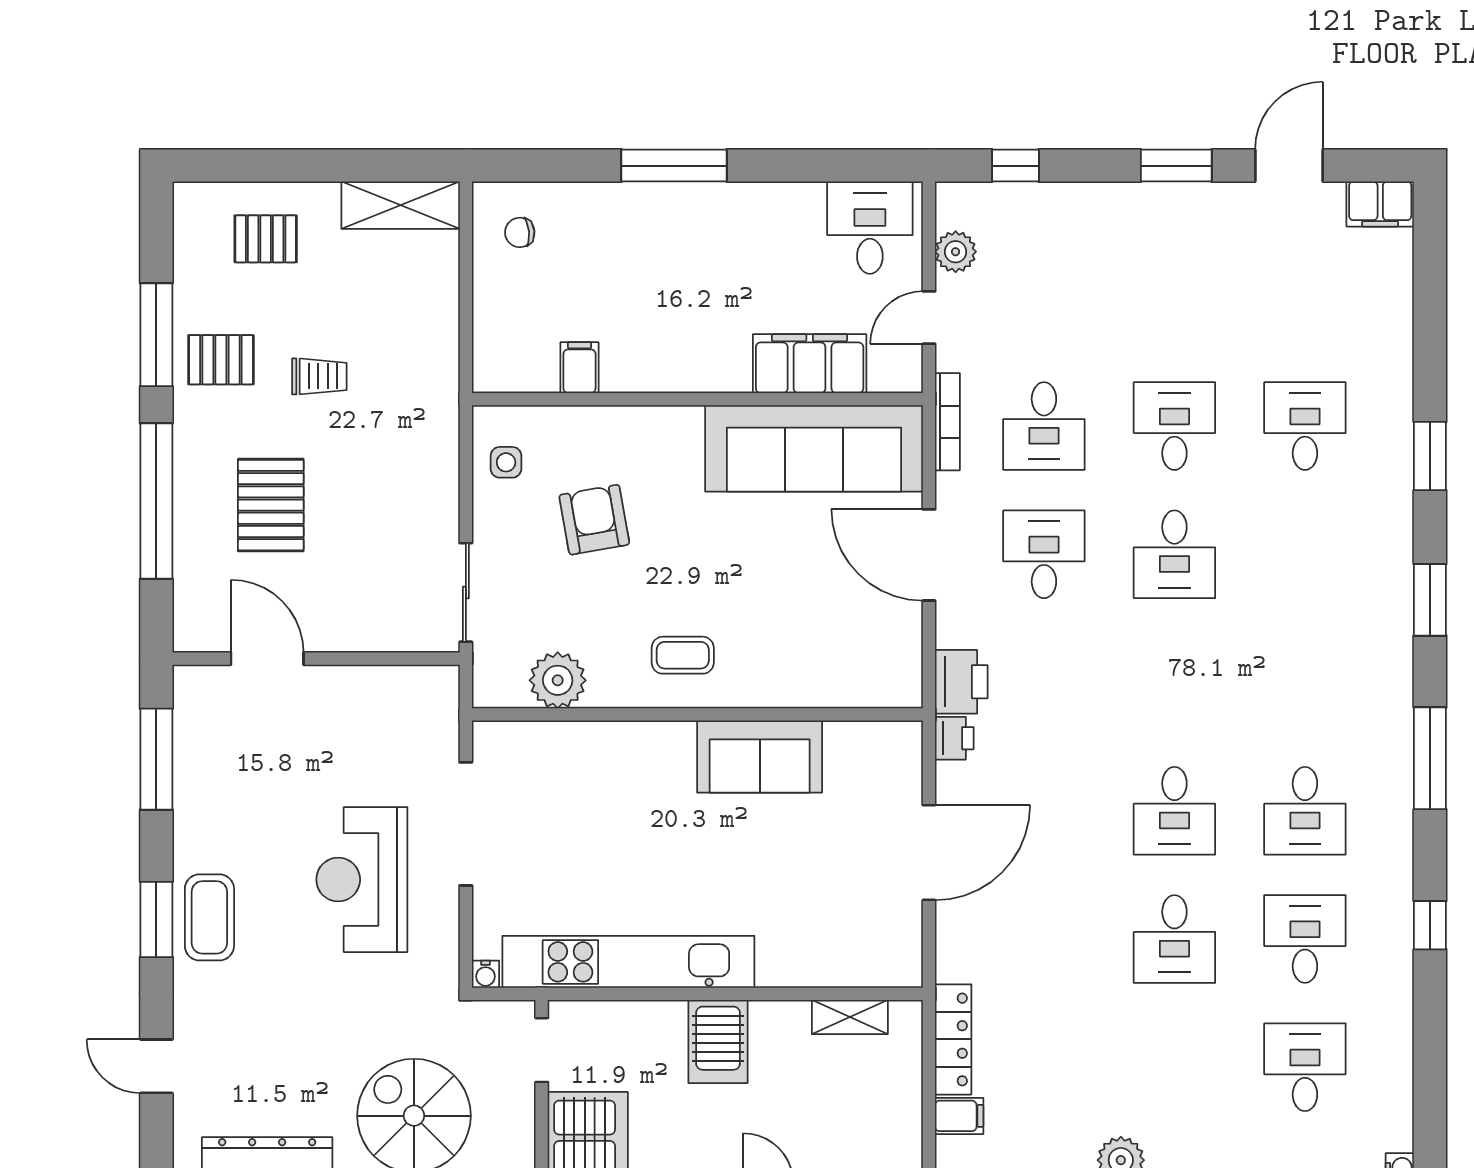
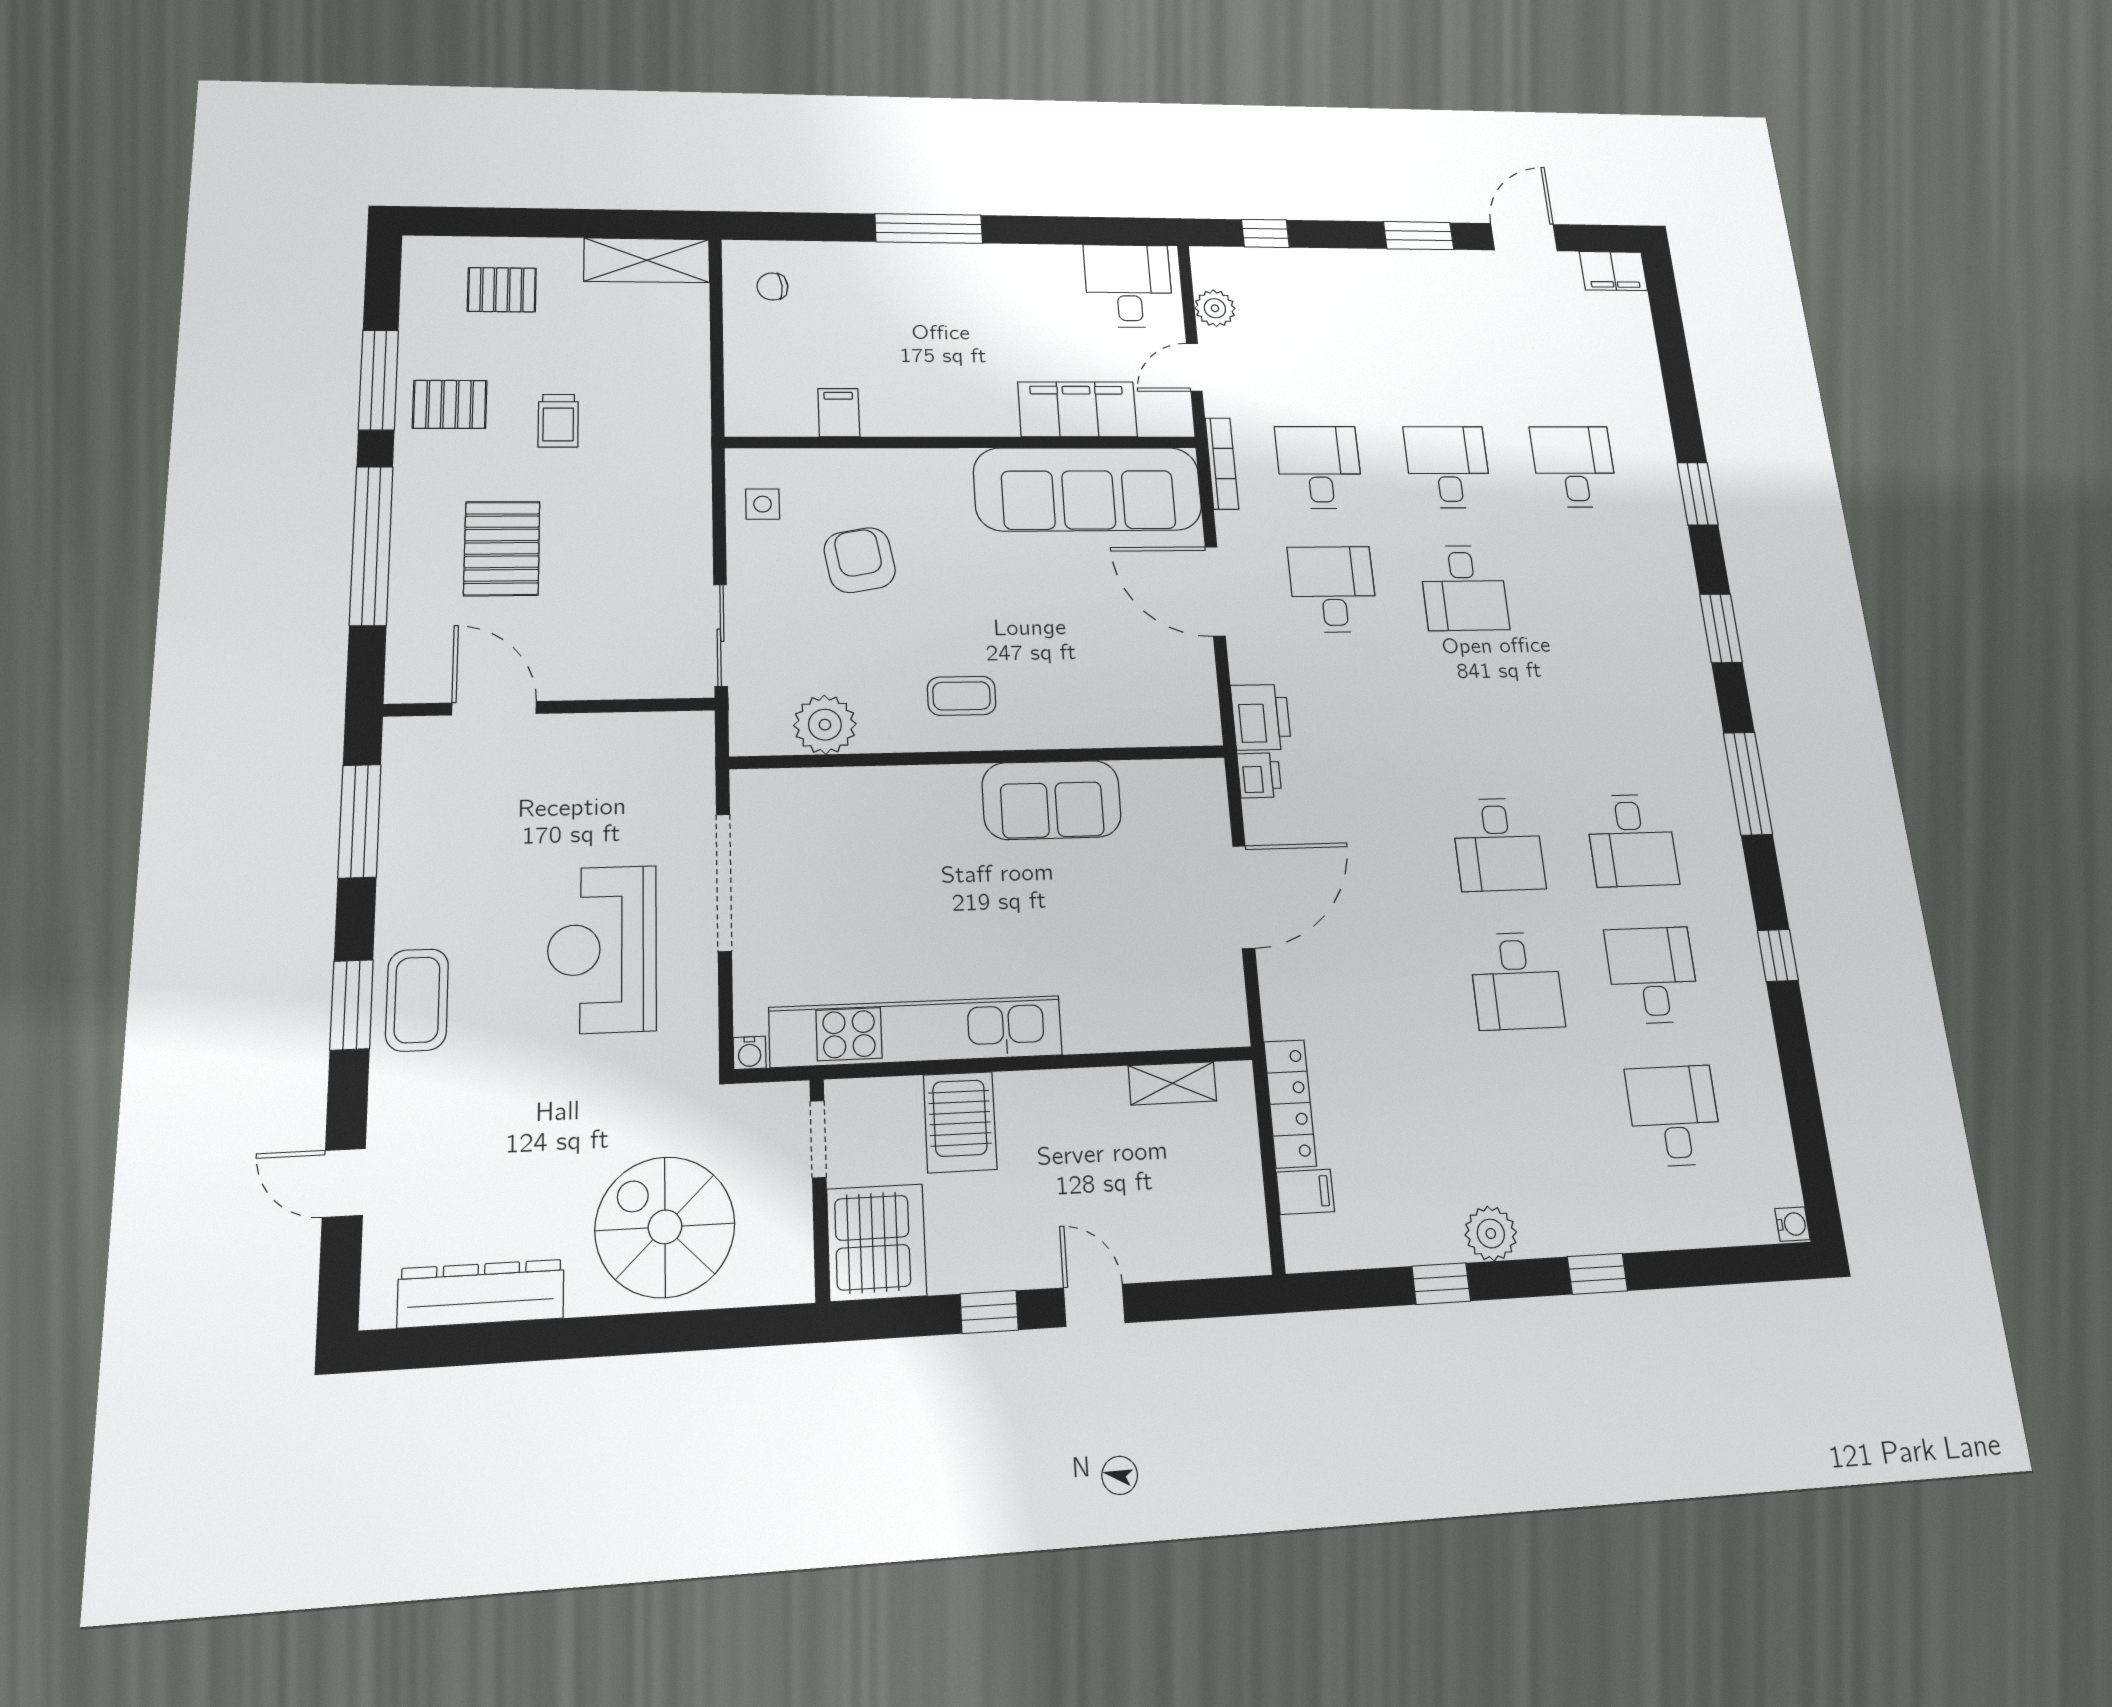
trolley: (319, 376) -> (558, 421), turned 90
desk: (1044, 426) -> (1319, 467), turned 180
server rack: (718, 1042) -> (960, 1122), moved

